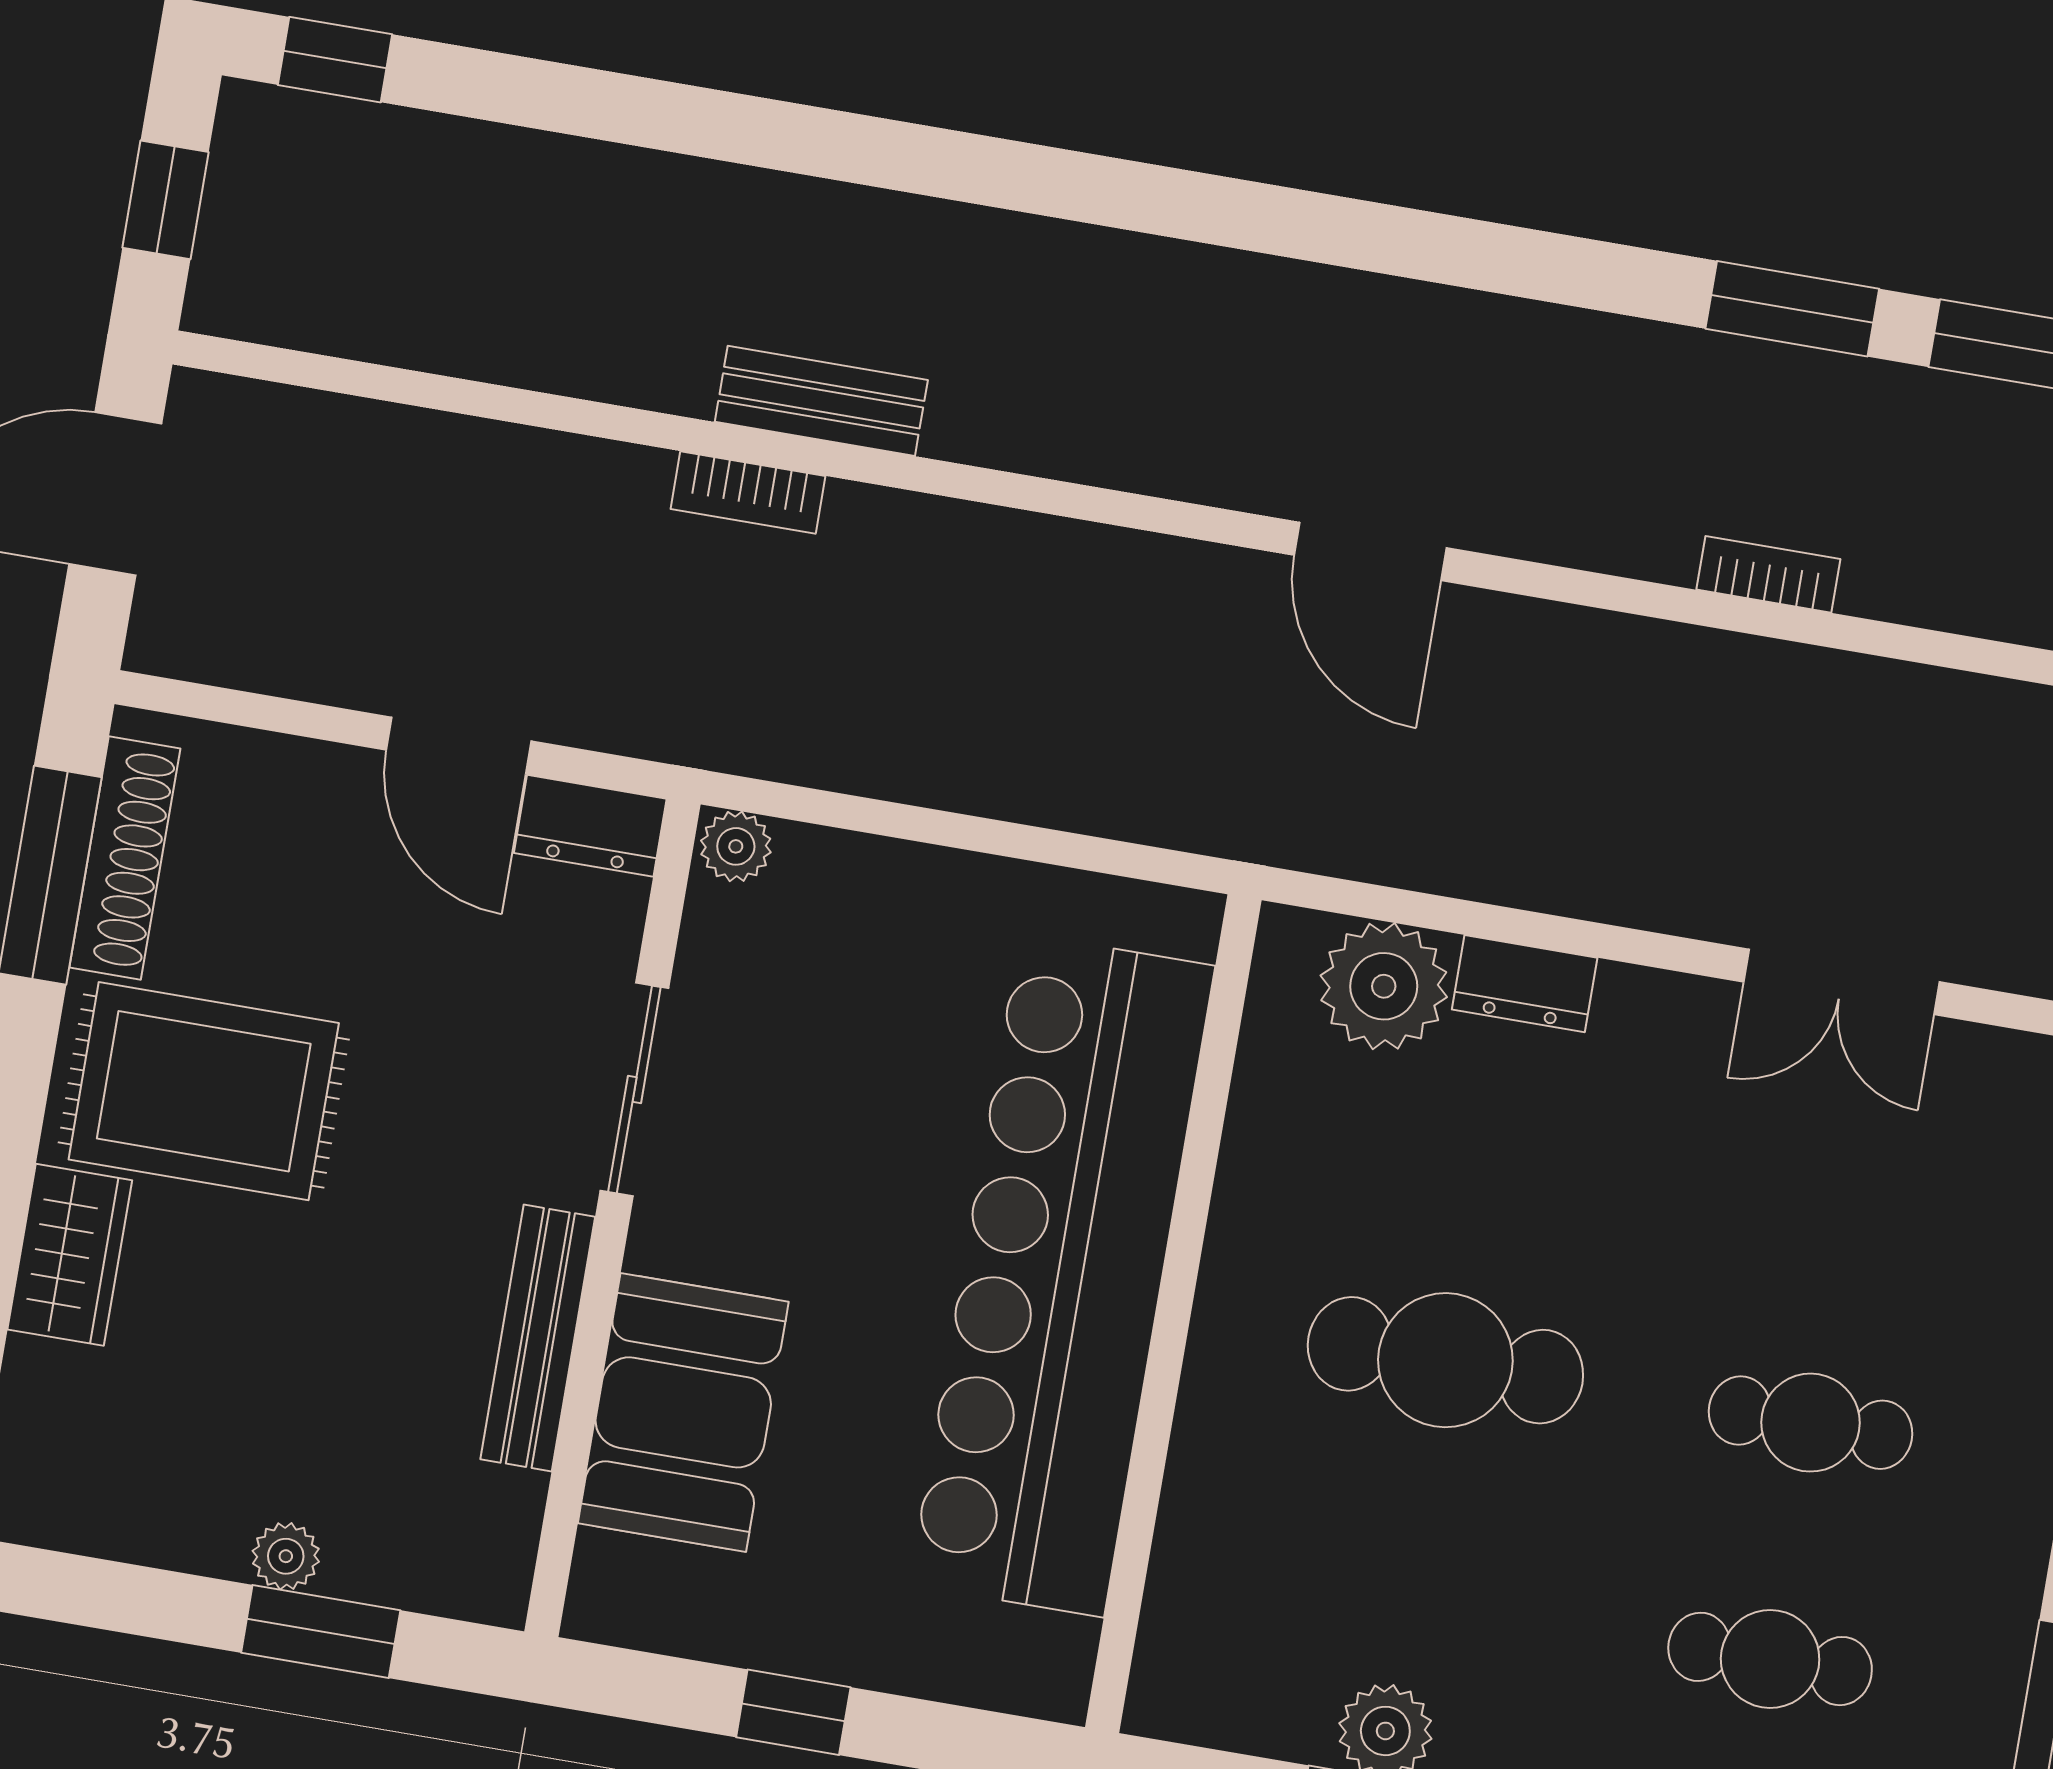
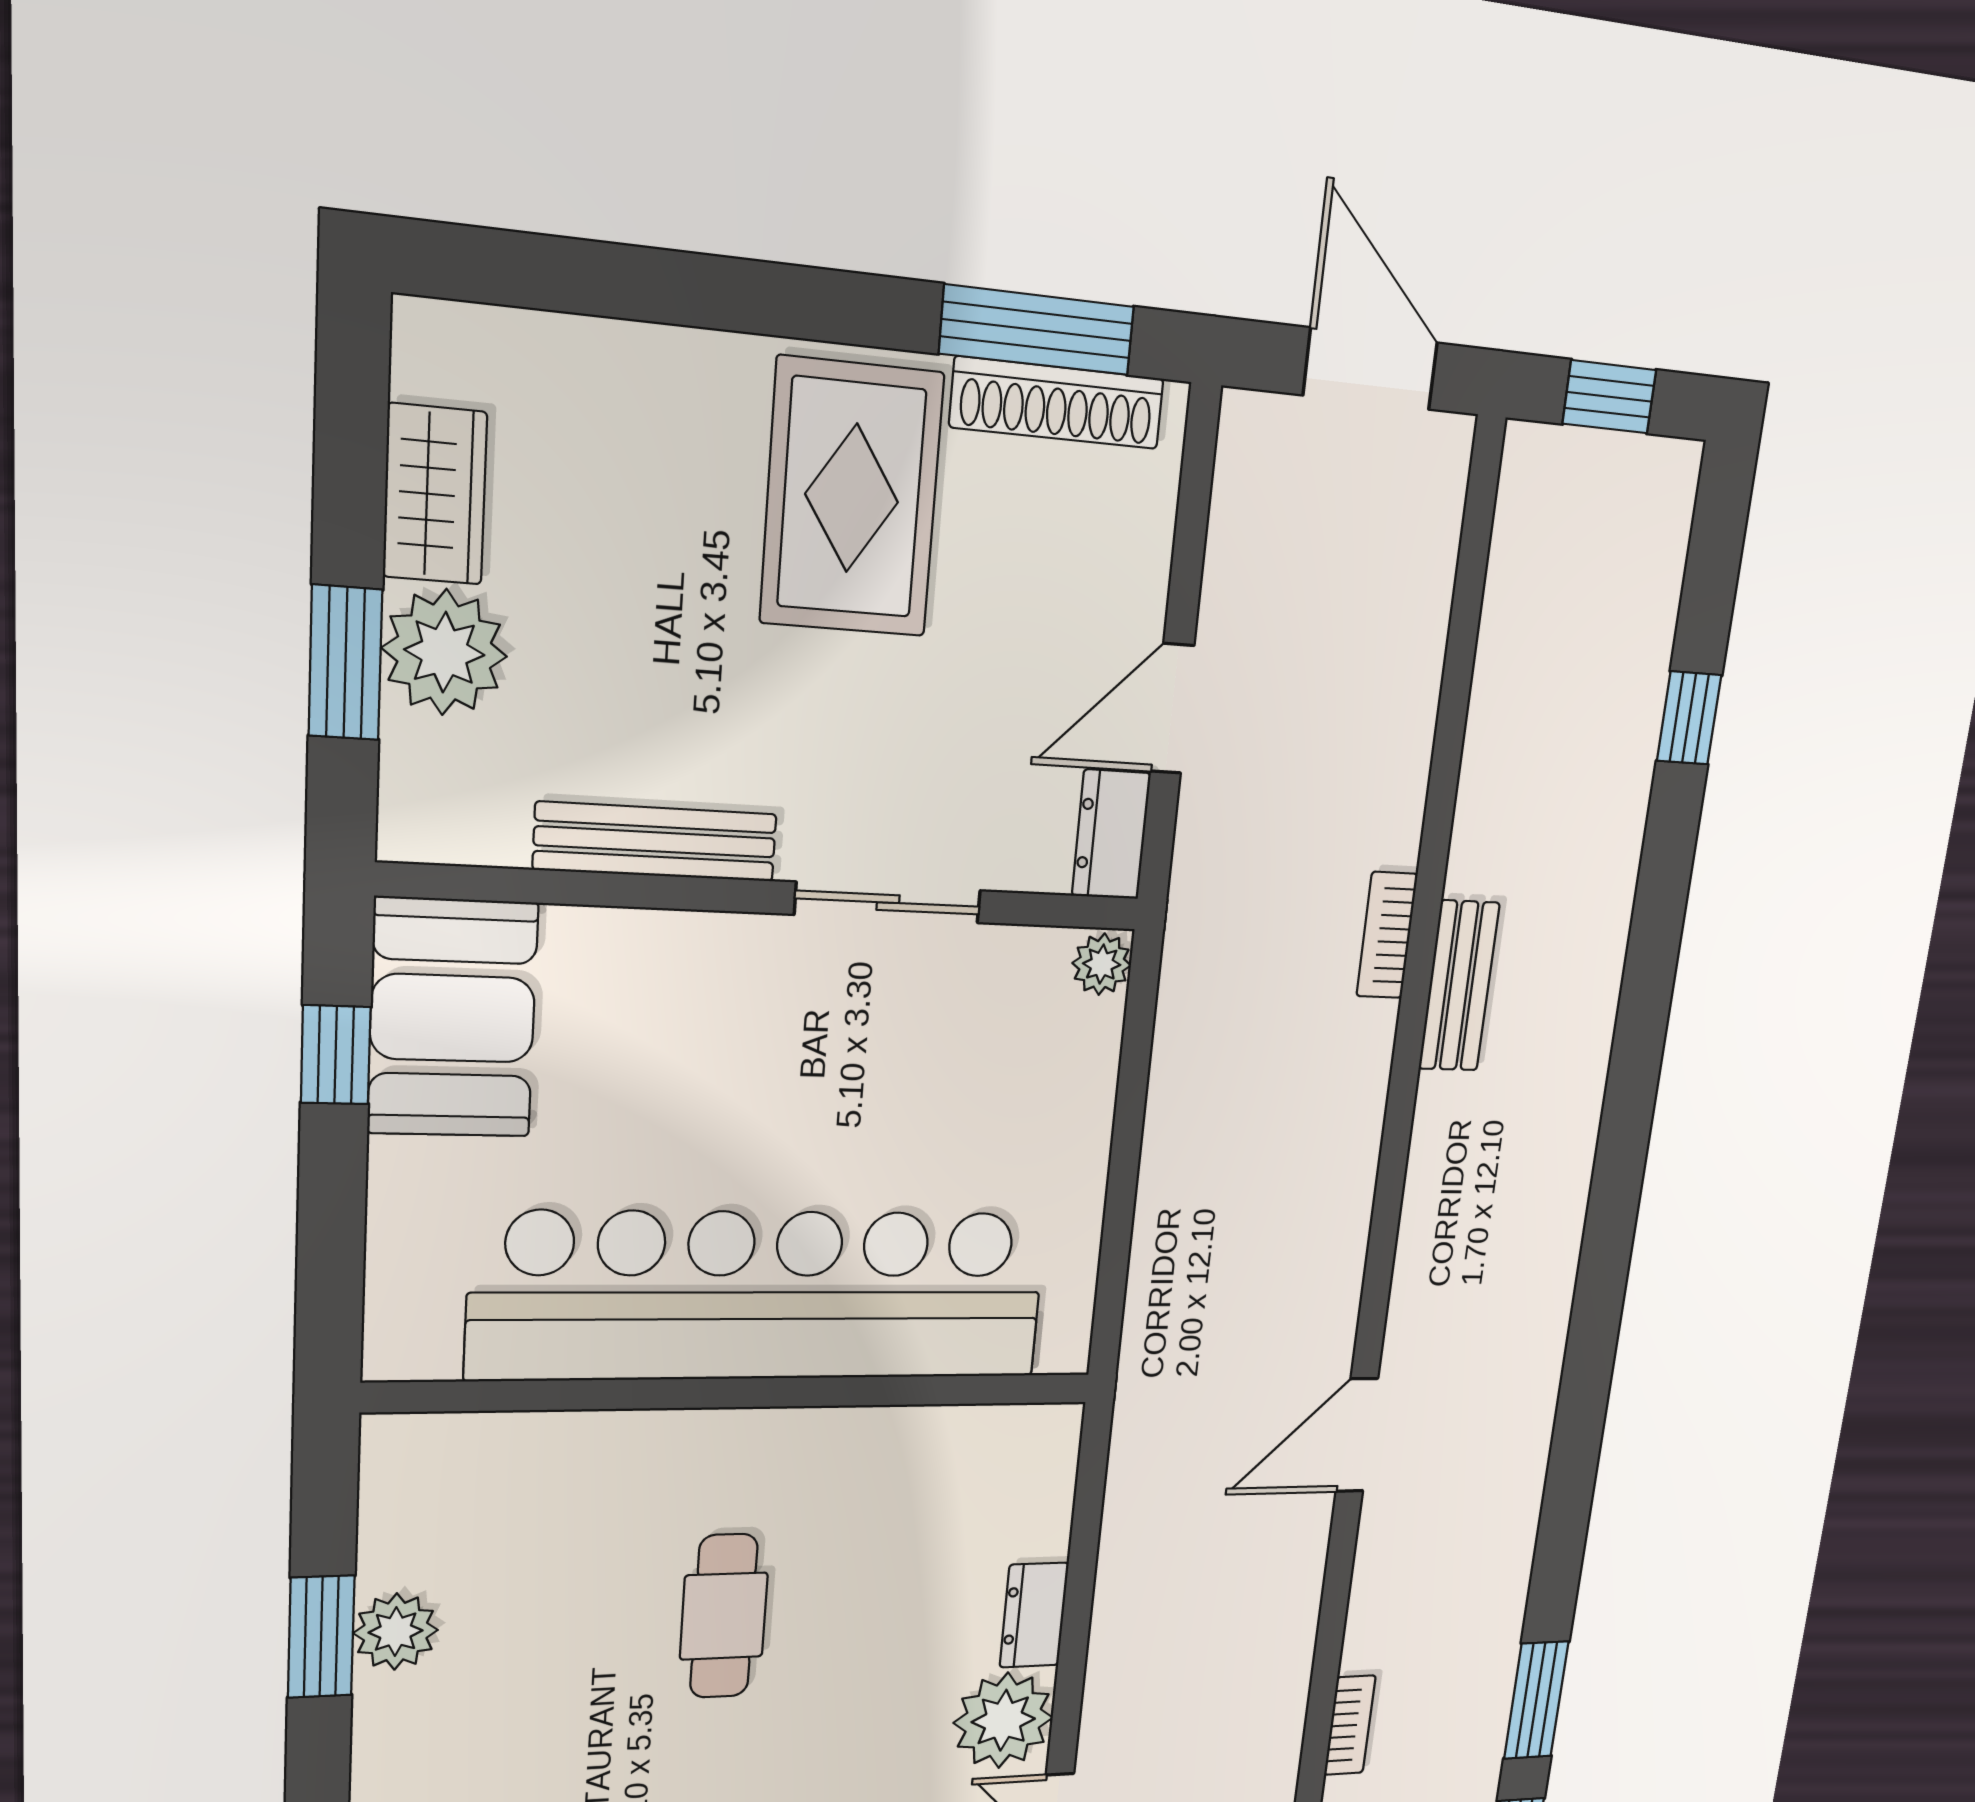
window: (335, 60) -> (1689, 718), moved
plant: (1384, 986) -> (1003, 1720), moved
wardrobe: (70, 1255) -> (435, 494), moved, turned -90
cafe table: (1445, 1360) -> (724, 1616), width x0.73, depth x0.74
booth: (683, 1412) -> (453, 1018), moved, turned 90
plant: (286, 1556) -> (444, 652), width x1.87, depth x1.87
window: (793, 1712) -> (336, 1055), moved

